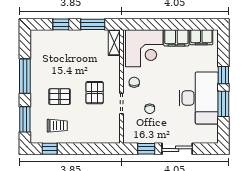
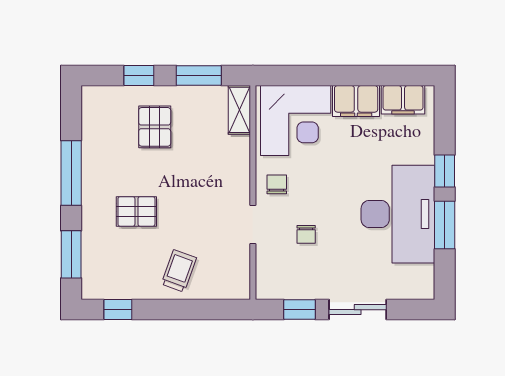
pallet: (95, 93) -> (155, 127), moved
trolley: (57, 126) -> (179, 271), moved, turned -70

